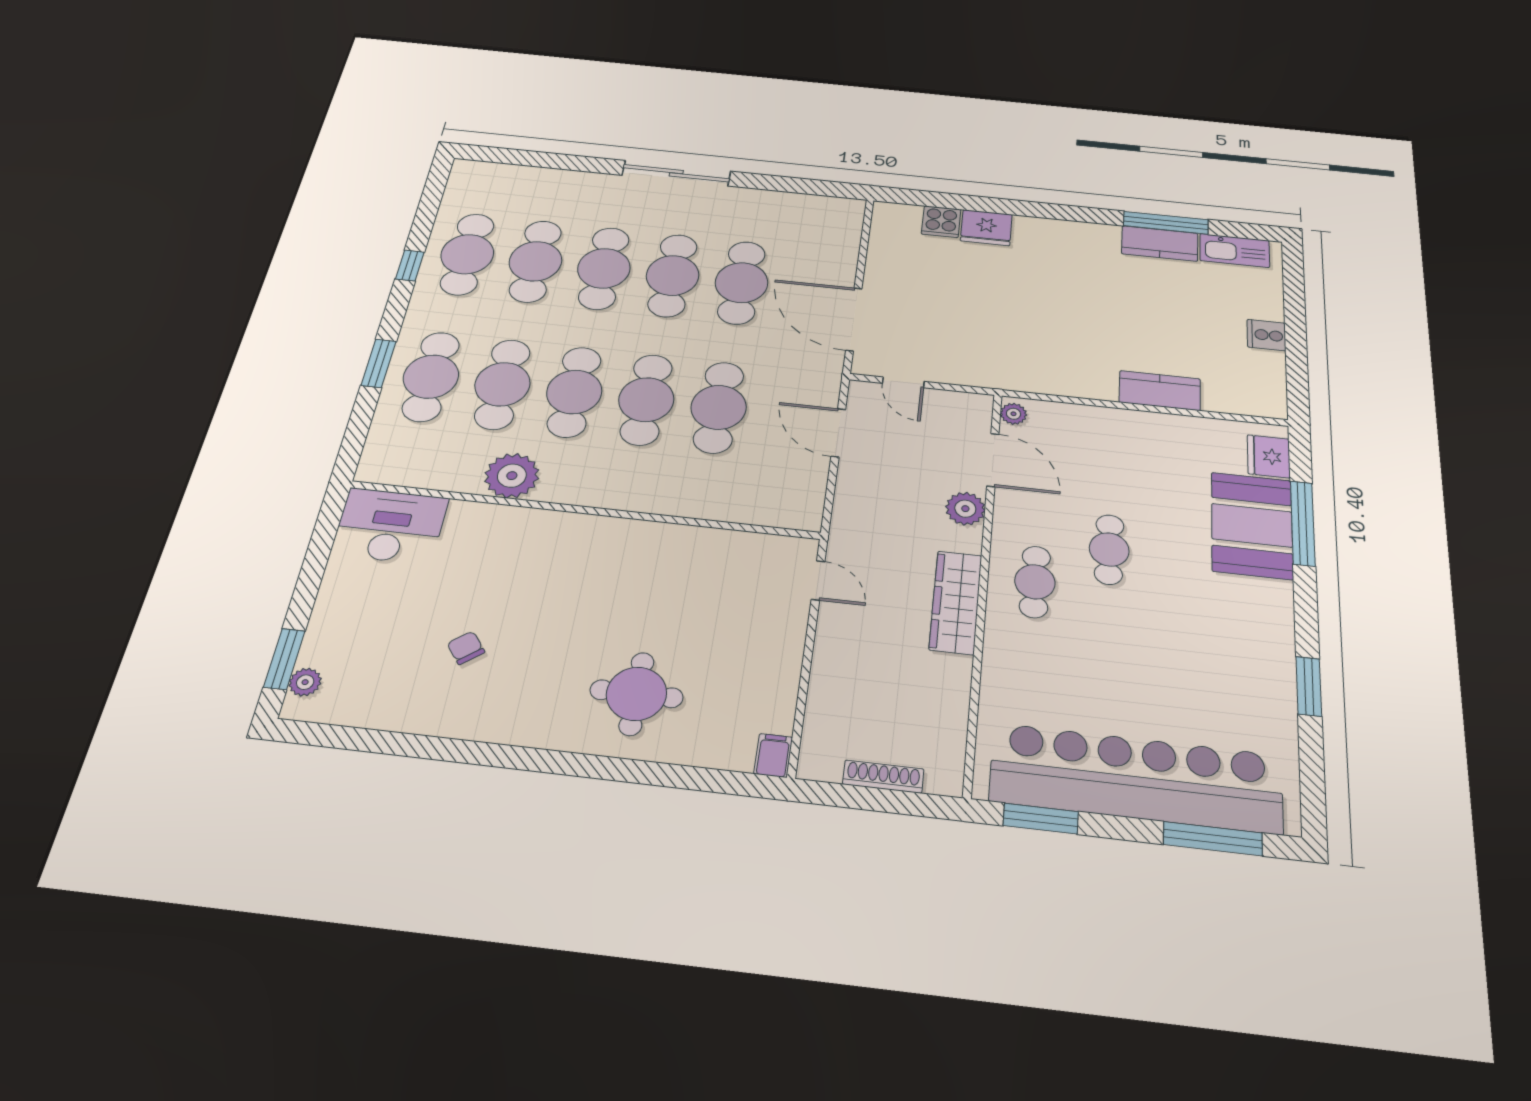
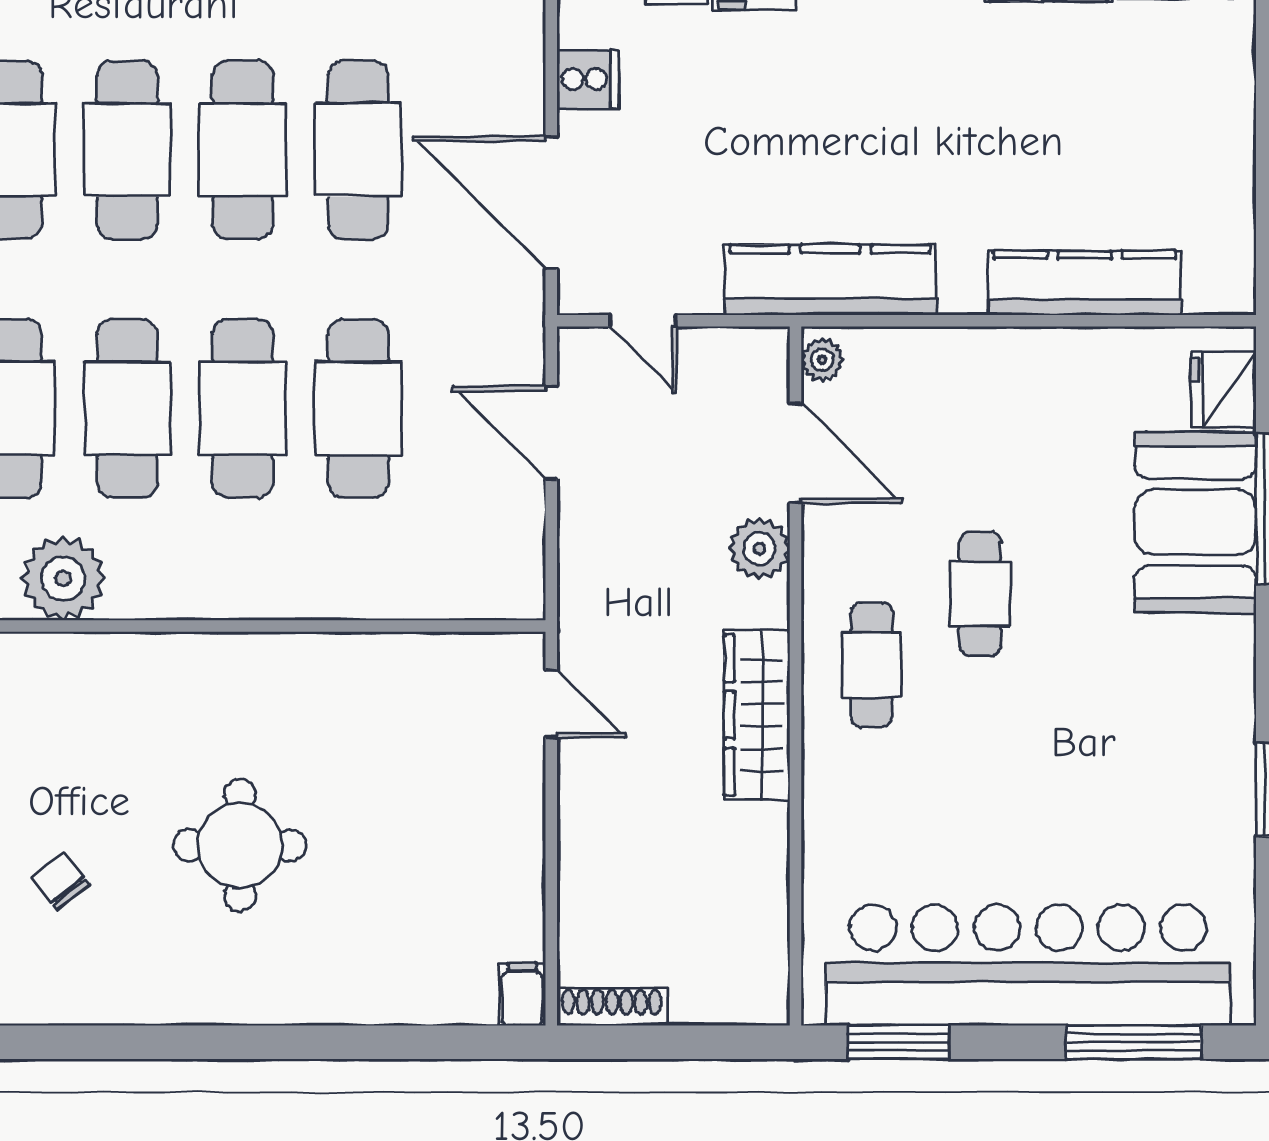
cooker: (1266, 335) -> (588, 79), moved, turned 180
kitchen counter: (1021, 374) -> (830, 280), added
kitchen counter: (1160, 391) -> (1085, 283), width x1.50
round table: (636, 694) -> (240, 845), moved
shoe rack: (883, 777) -> (612, 1007), moved

